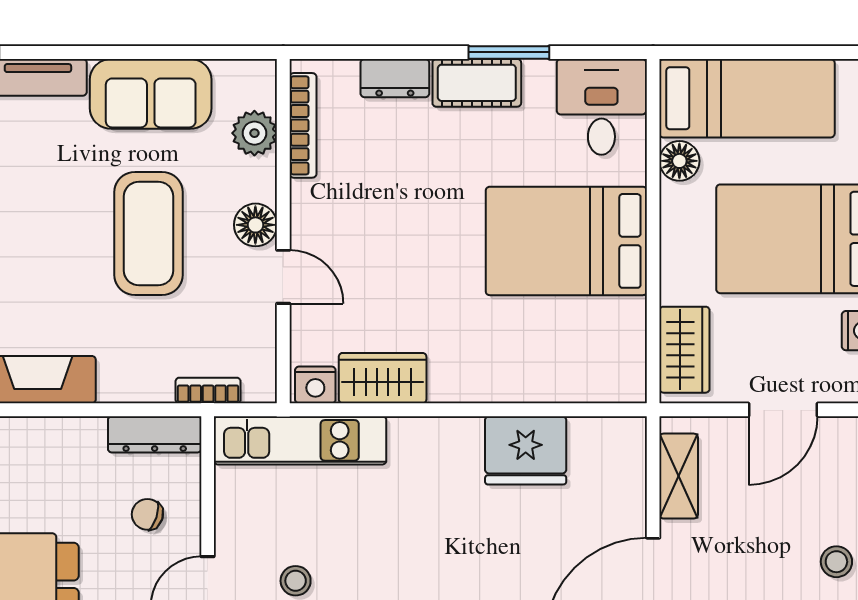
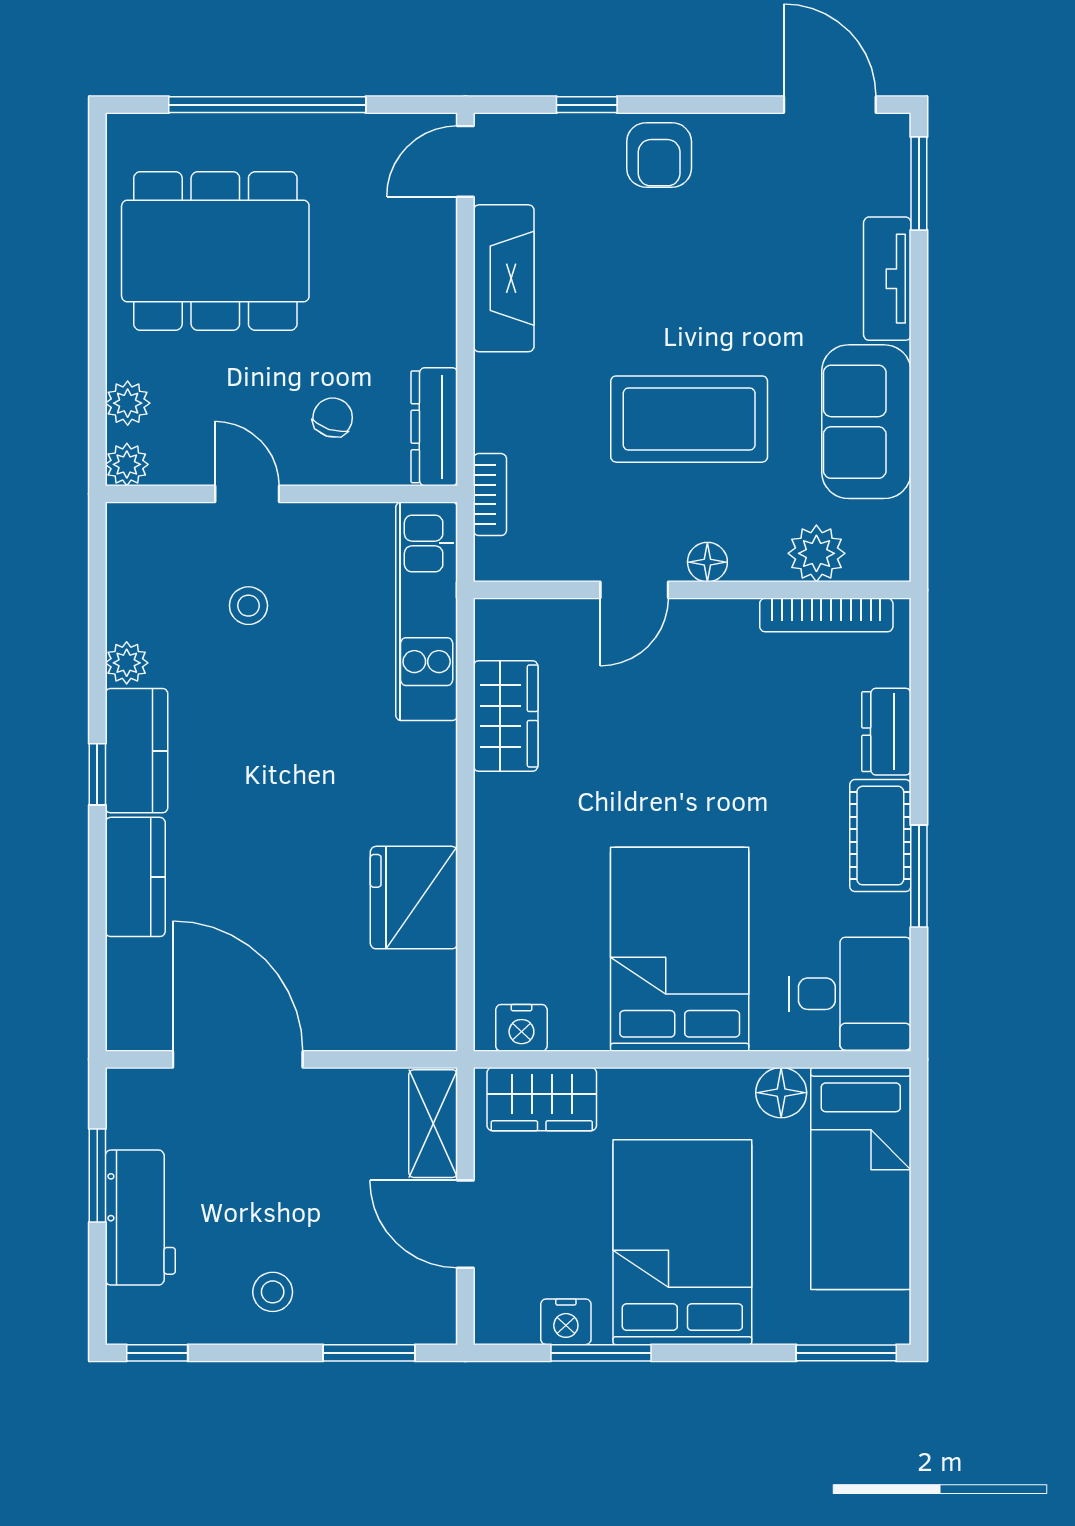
floor lamp: (255, 225) -> (707, 562), width x0.73, depth x0.73
nightstand: (315, 385) -> (521, 1028), moved, turned -90
shelving: (679, 476) -> (433, 1124), moved, turned 90

